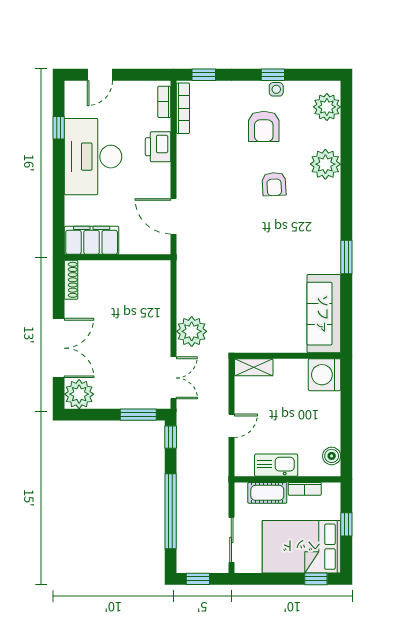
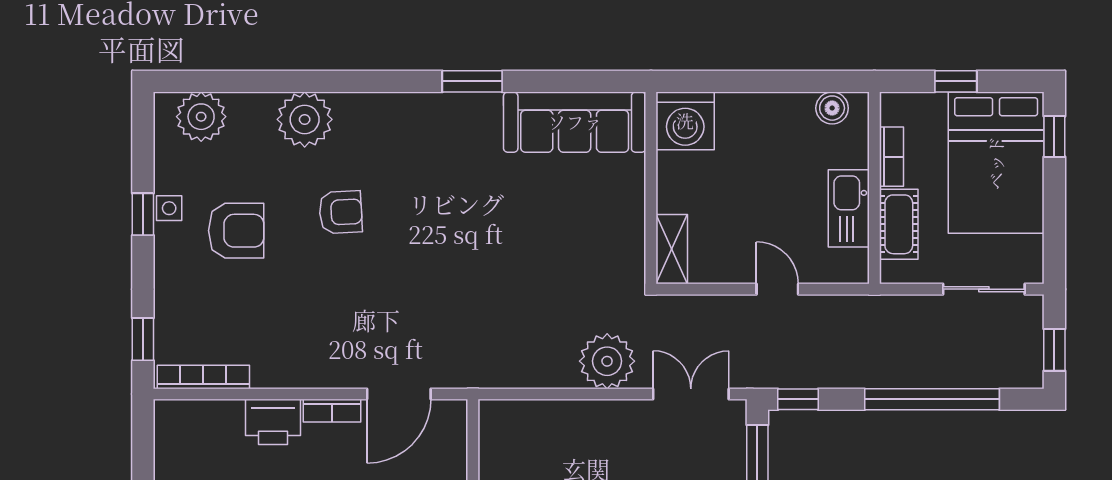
bookcase: (164, 102) -> (332, 411), moved

